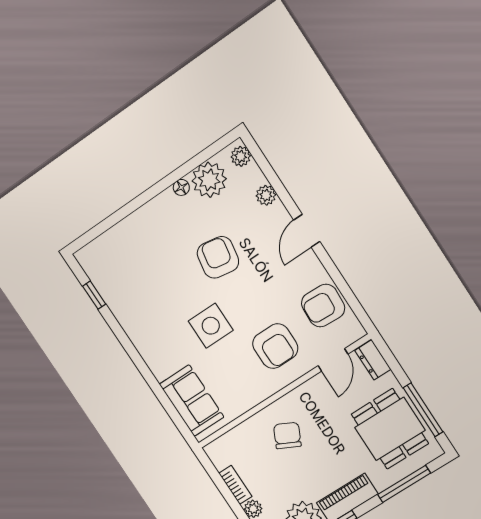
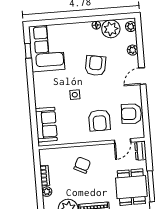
corner sofa: (121, 273) -> (47, 48), added
side table: (211, 326) -> (75, 95), width x0.54, depth x0.54

